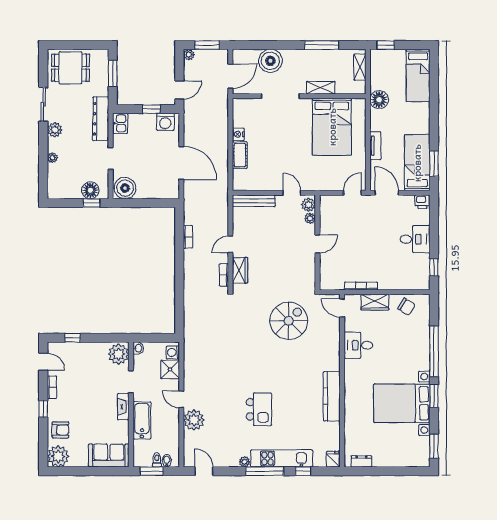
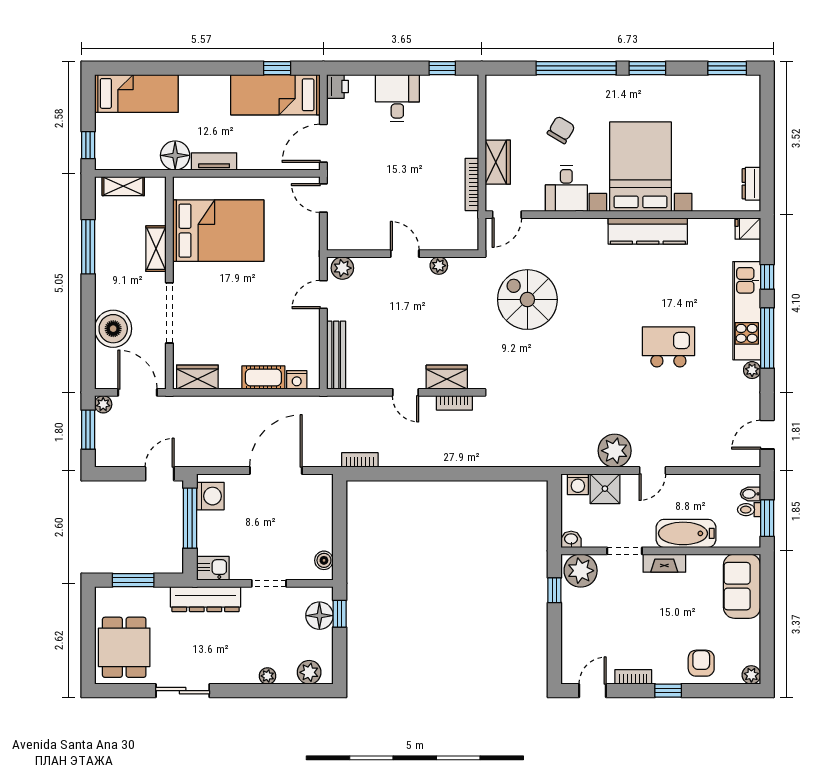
plant: (189, 55) -> (103, 404), moved
door: (179, 90) -> (160, 474), hinge flipped
window: (152, 109) -> (190, 518), width x2.17
wardrobe: (240, 114) -> (197, 377), added
plant: (55, 130) -> (309, 672), moved
nightstand: (238, 134) -> (297, 380), moved
tv unit: (375, 146) -> (214, 161), moved
window: (434, 164) -> (277, 68), width x0.67
boiler: (125, 188) -> (324, 560), width x0.54, depth x0.54
plant: (310, 218) -> (439, 266), moved
bookcase: (188, 237) -> (360, 460), moved
chair: (406, 307) -> (561, 130), moved
window: (73, 338) -> (554, 590), moved
bed with nightstands: (402, 403) -> (640, 167), moved, turned 180
plant: (194, 420) -> (615, 451), moved
plant: (58, 456) -> (751, 675), width x0.53, depth x0.53

